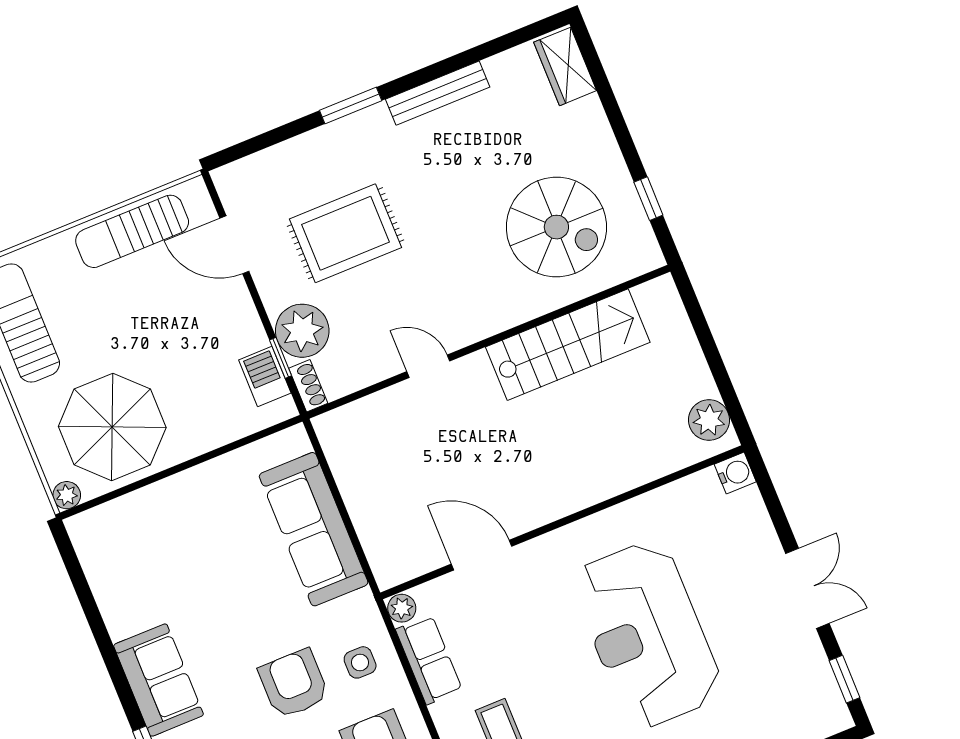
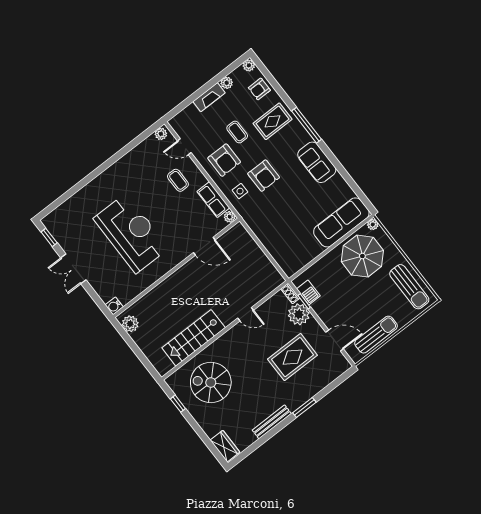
sofa: (314, 529) -> (341, 222), moved, turned -90

